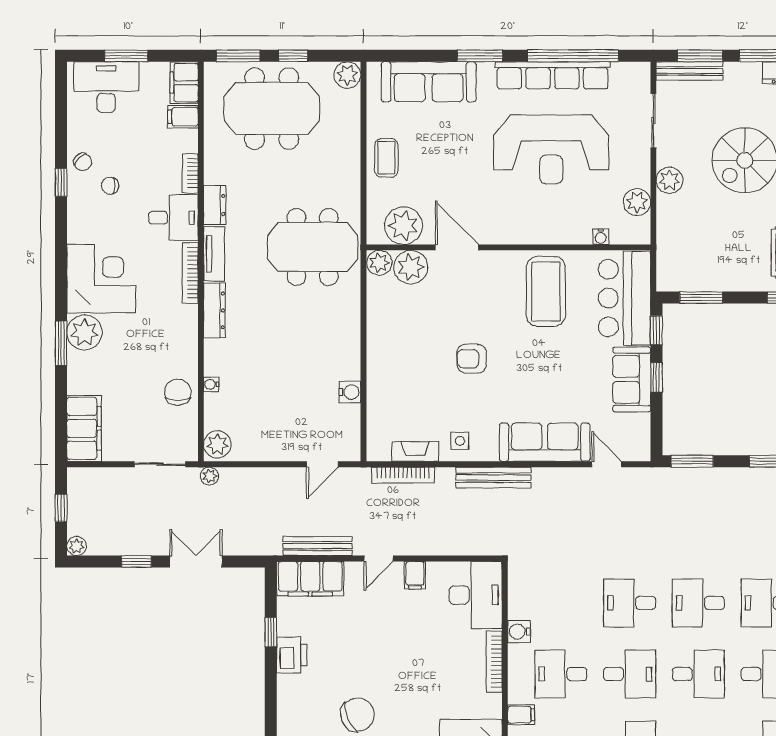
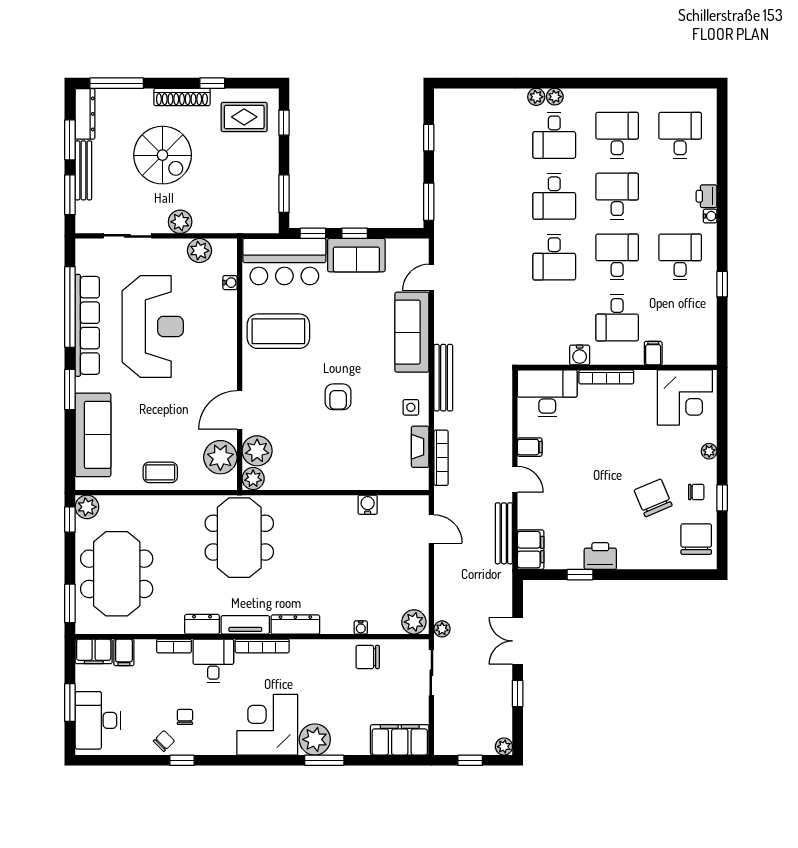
window: (293, 56) -> (70, 520), moved
bench: (690, 71) -> (83, 170), moved
chair: (110, 186) -> (185, 717), turned 180
filing cabinet: (310, 579) -> (531, 550), width x0.67, depth x0.86

